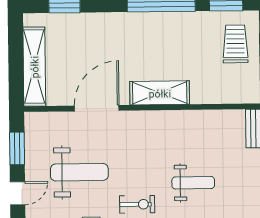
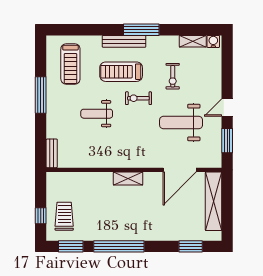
trolley: (235, 44) -> (64, 216), turned 180
shelving: (160, 93) -> (128, 178), width x0.67, depth x0.75
door: (97, 108) -> (180, 170), moved

